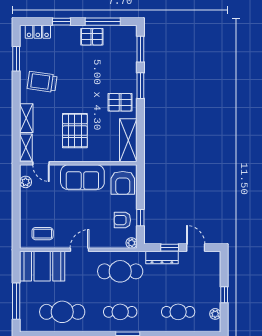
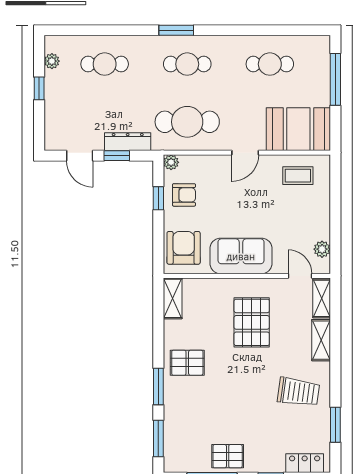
shelving: (128, 140) -> (173, 298), width x0.67, depth x0.75
cafe table: (62, 312) -> (270, 64), width x0.73, depth x0.74

